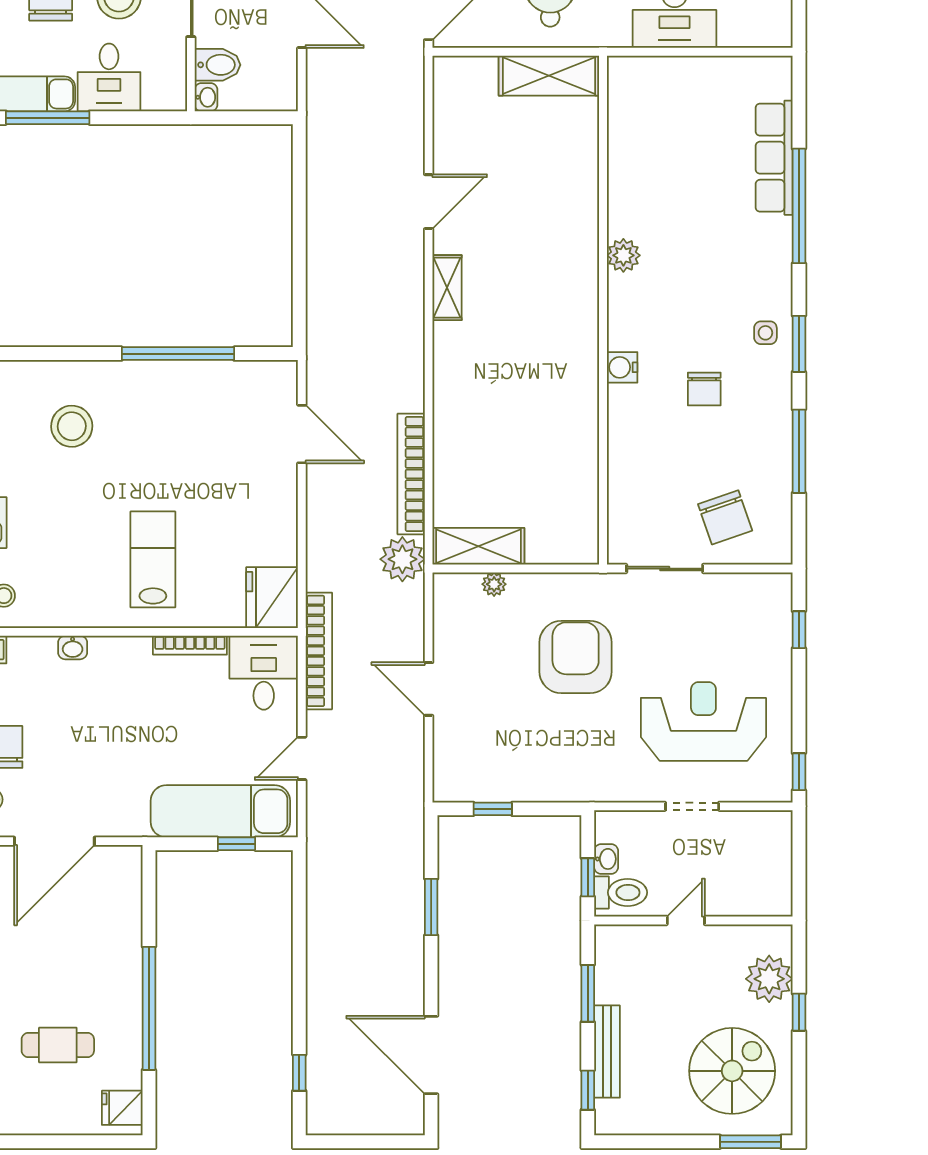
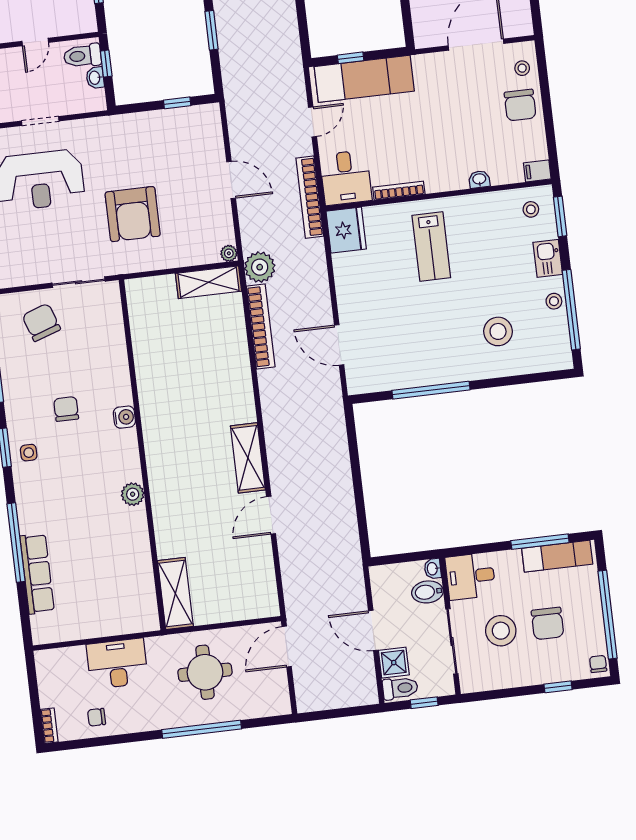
shelving: (549, 76) -> (175, 593), moved, turned 90
desk: (109, 77) -> (470, 576), moved, turned -90
shelving: (447, 288) -> (248, 458), width x1.50, depth x1.33
plant: (494, 584) -> (229, 253), moved

